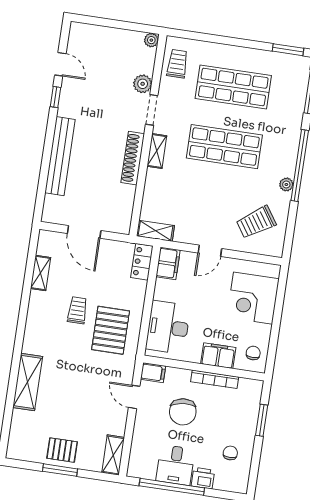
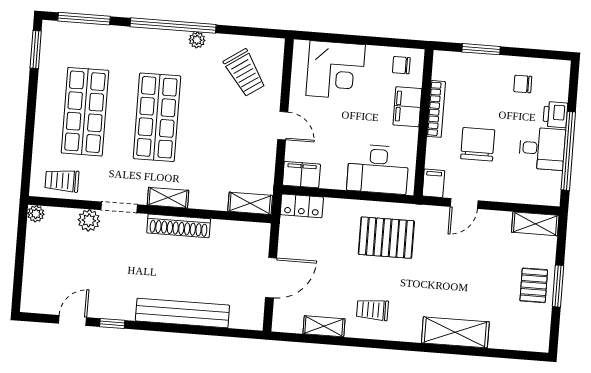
shelving: (155, 231) -> (250, 203), moved, turned 90
trolley: (77, 310) -> (372, 310), moved
chair: (183, 412) -> (478, 144), turned -84

